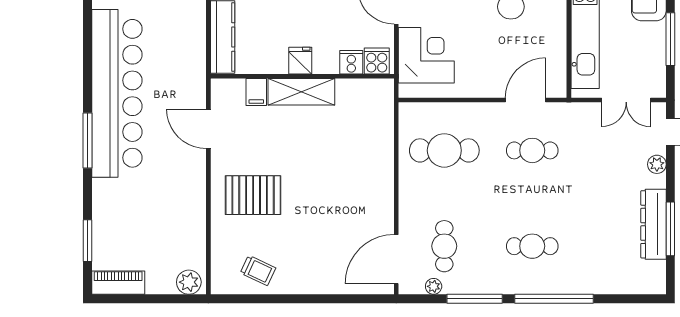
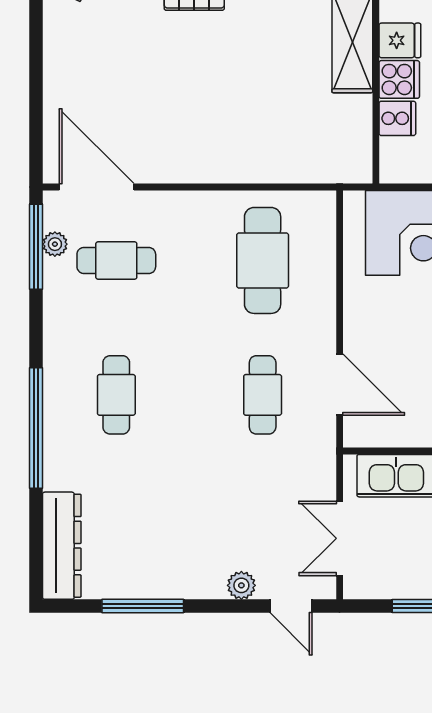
cooker: (377, 61) -> (399, 79), moved
dresser: (654, 224) -> (62, 546), moved, turned 90
window: (475, 299) -> (36, 247), moved

